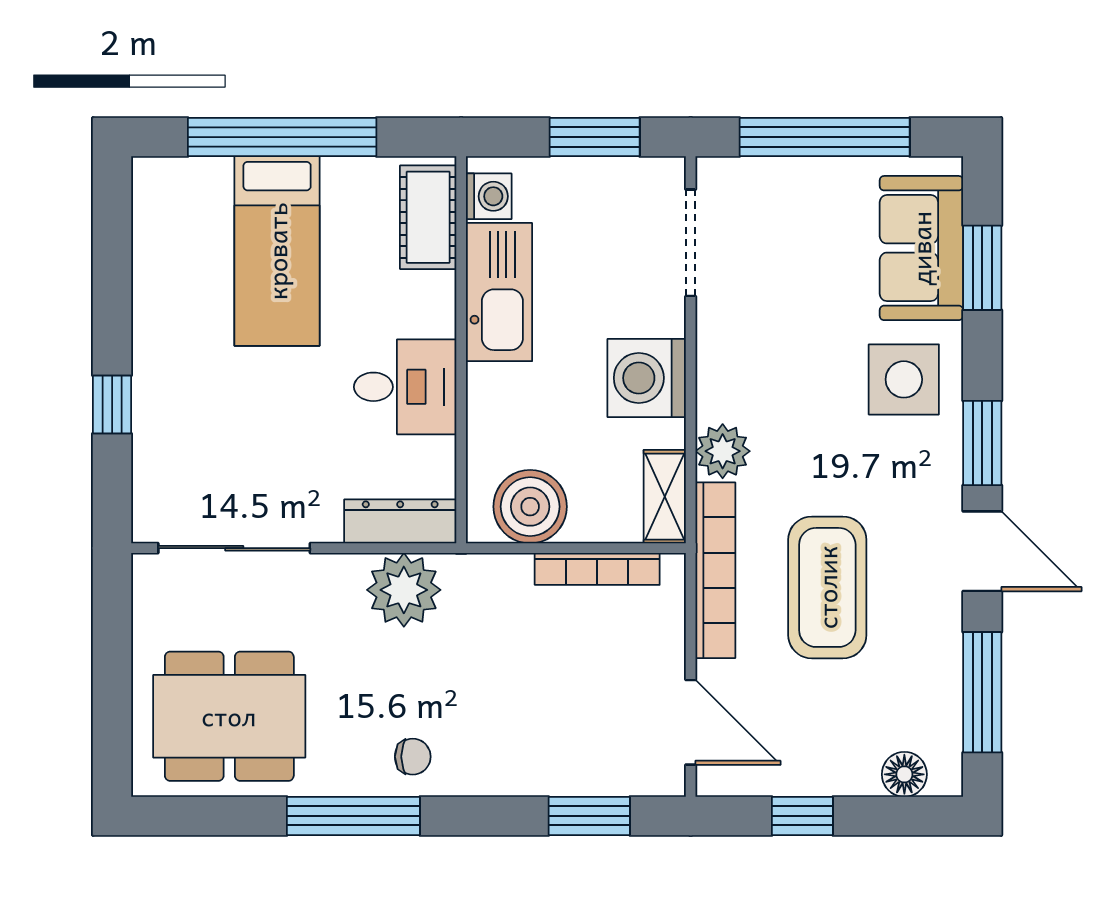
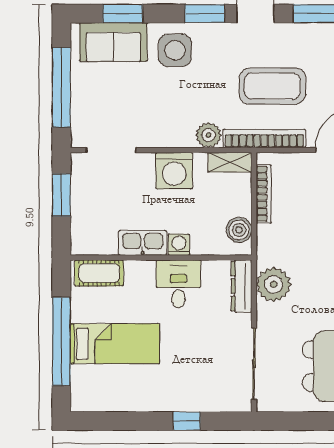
washing machine: (489, 196) -> (179, 245), moved
kitchen sink: (499, 292) -> (143, 243), width x0.73, depth x0.81
boiler: (530, 507) -> (239, 230), width x0.73, depth x0.73

